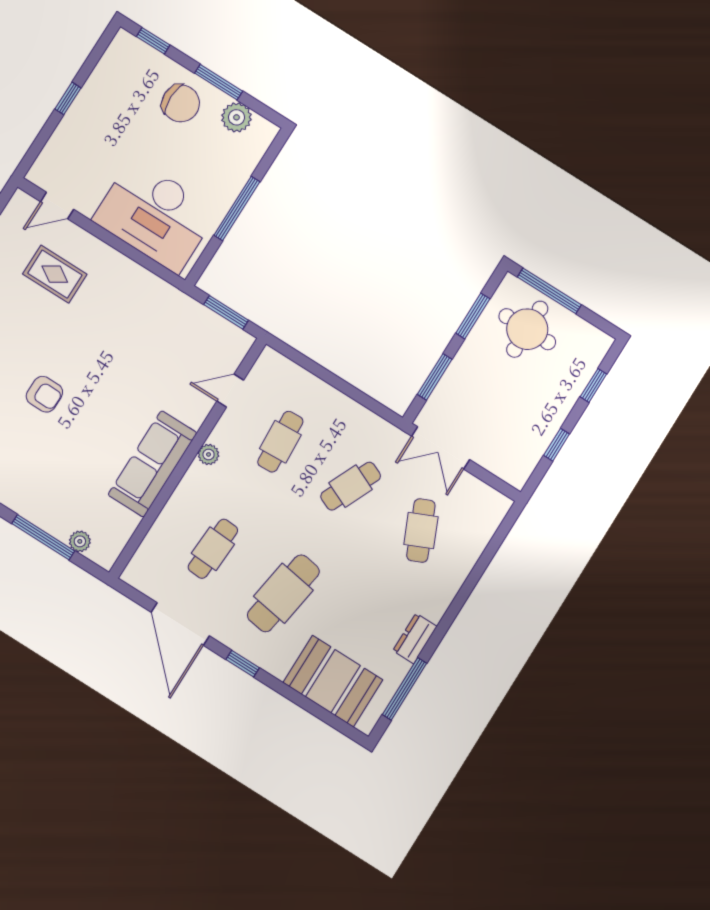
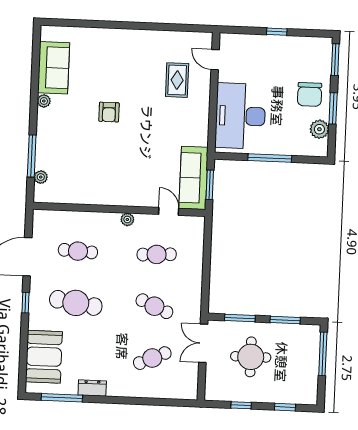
window: (153, 41) -> (335, 60), width x1.50
round table: (527, 329) -> (251, 357), moved
sofa: (152, 464) -> (193, 178), moved, turned -90

